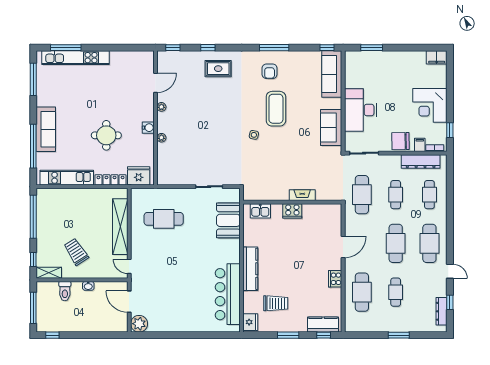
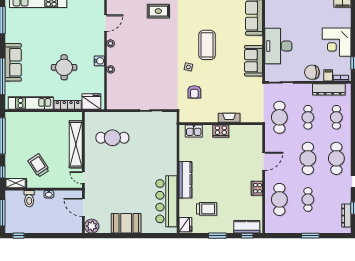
armchair: (270, 71) -> (194, 92), moved
booth: (228, 220) -> (126, 223), moved, turned 90

